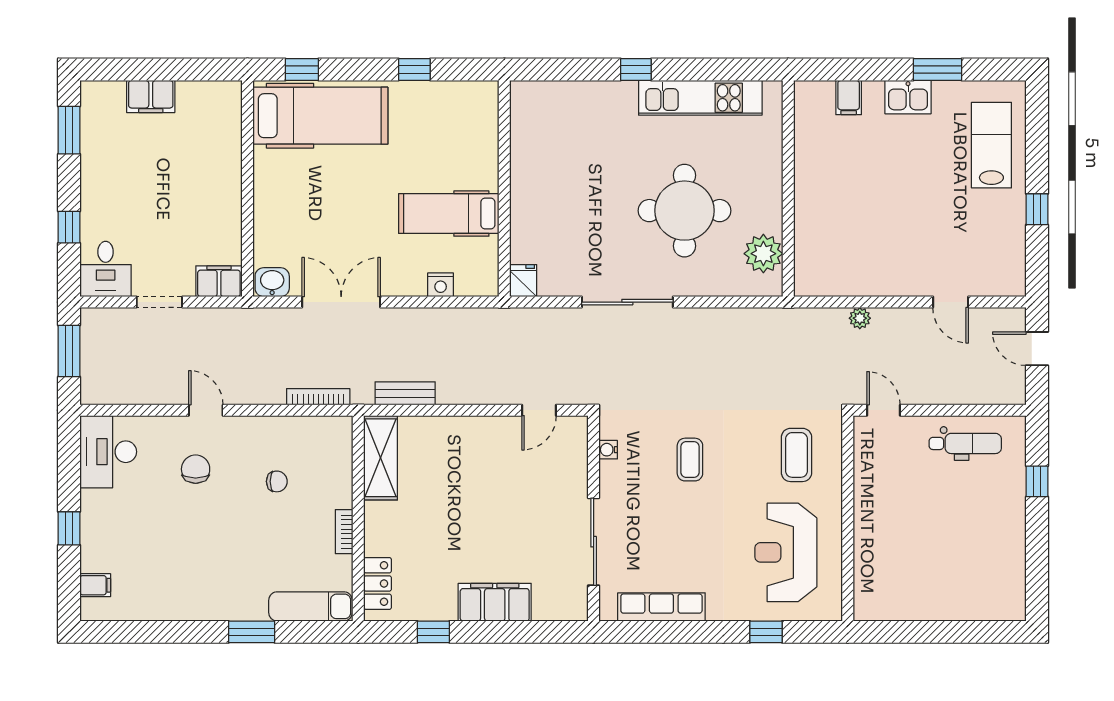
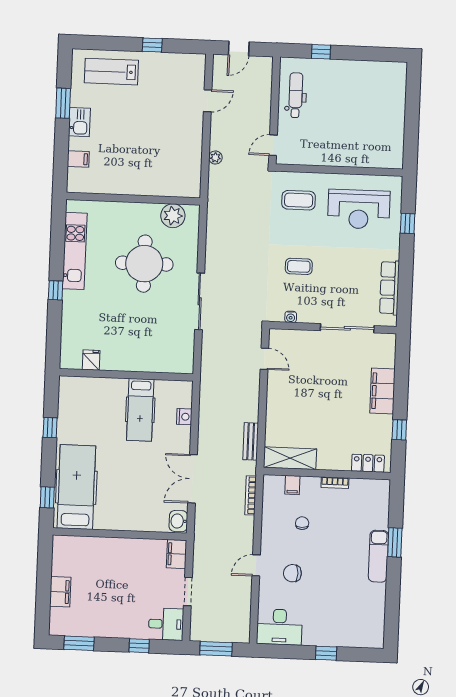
fridge: (523, 281) -> (91, 360), moved, turned 90
filing cabinet: (95, 585) -> (292, 485), moved, turned 180
exam couch: (310, 606) -> (378, 556), moved

